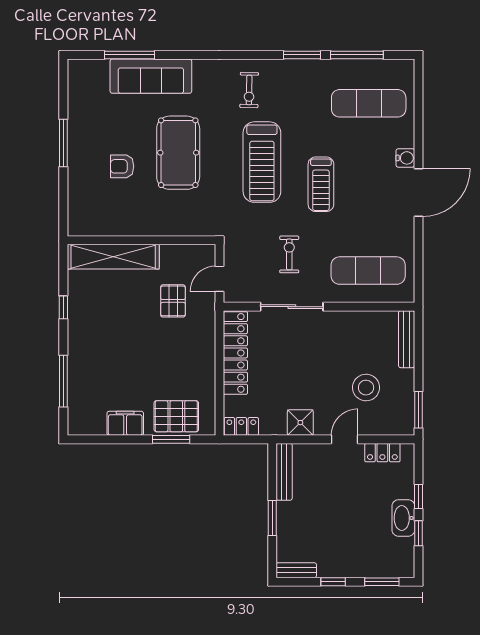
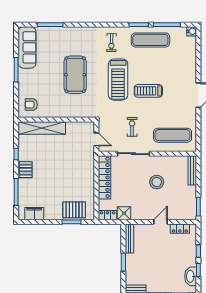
sofa: (151, 76) -> (27, 47), moved, turned -90
exercise mat: (369, 103) -> (150, 40), moved
water cooler: (405, 158) -> (192, 31), moved
armchair: (122, 166) -> (31, 105), moved
treadmill: (321, 184) -> (148, 91), turned 90
door: (219, 279) -> (96, 139), swing flipped
pallet: (173, 301) -> (26, 170), moved
stool: (366, 388) -> (157, 182), moved
filing cabinet: (125, 423) -> (34, 214), moved
shower: (300, 423) -> (124, 213), moved
washbasin: (403, 518) -> (191, 276), moved

